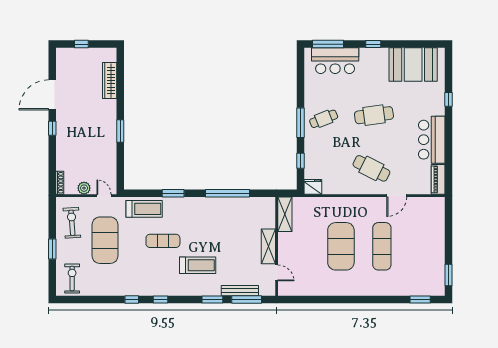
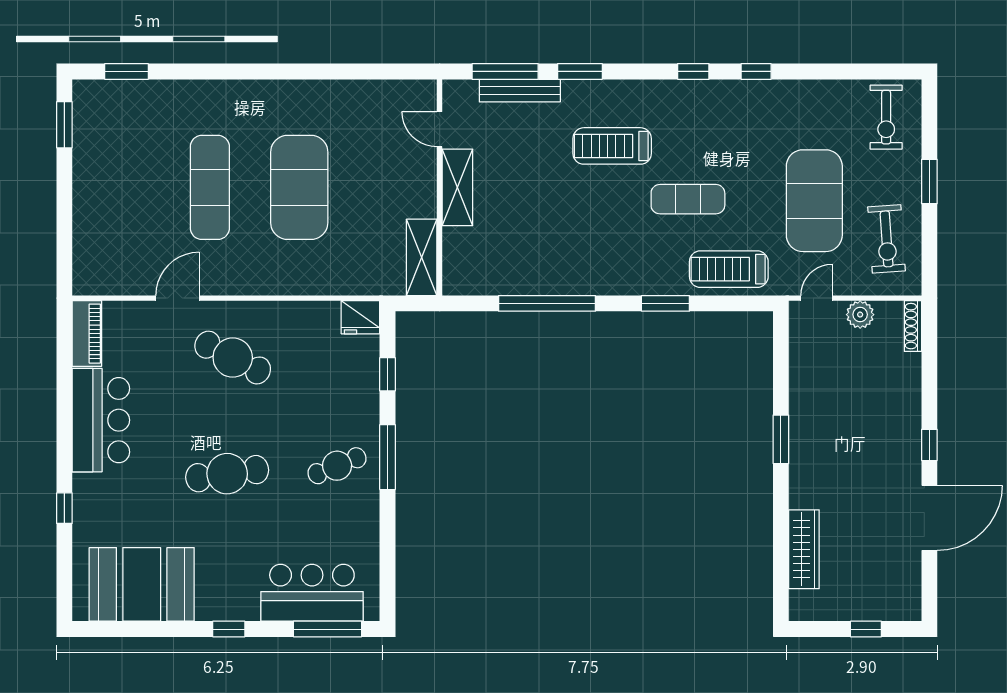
door: (104, 196) -> (816, 298), swing flipped

